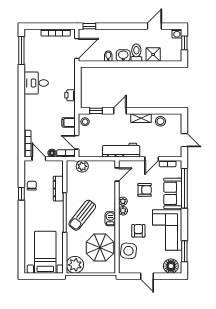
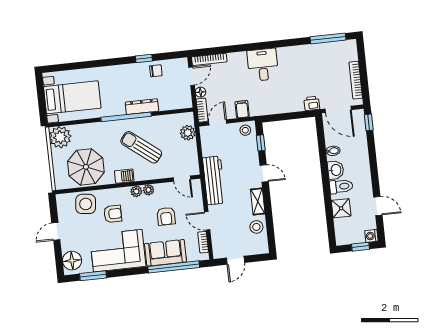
desk: (36, 83) -> (263, 65), moved
printer: (70, 95) -> (312, 103), moved
dresser: (58, 189) -> (142, 107), moved
sun lounger: (82, 215) -> (141, 147), moved

